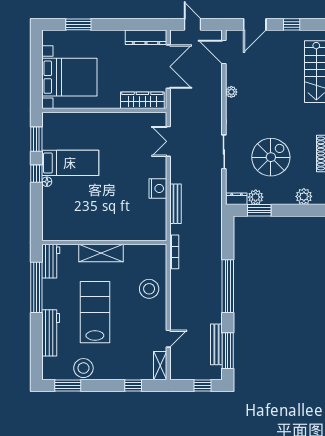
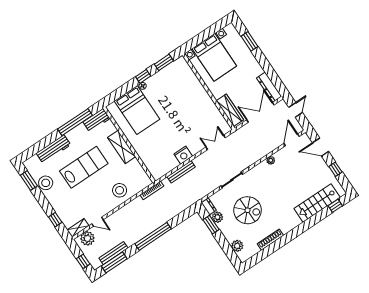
double door: (168, 67) -> (260, 112), swing flipped
bed: (70, 163) -> (137, 110), moved, width x1.50
plant: (180, 363) -> (87, 238), added

